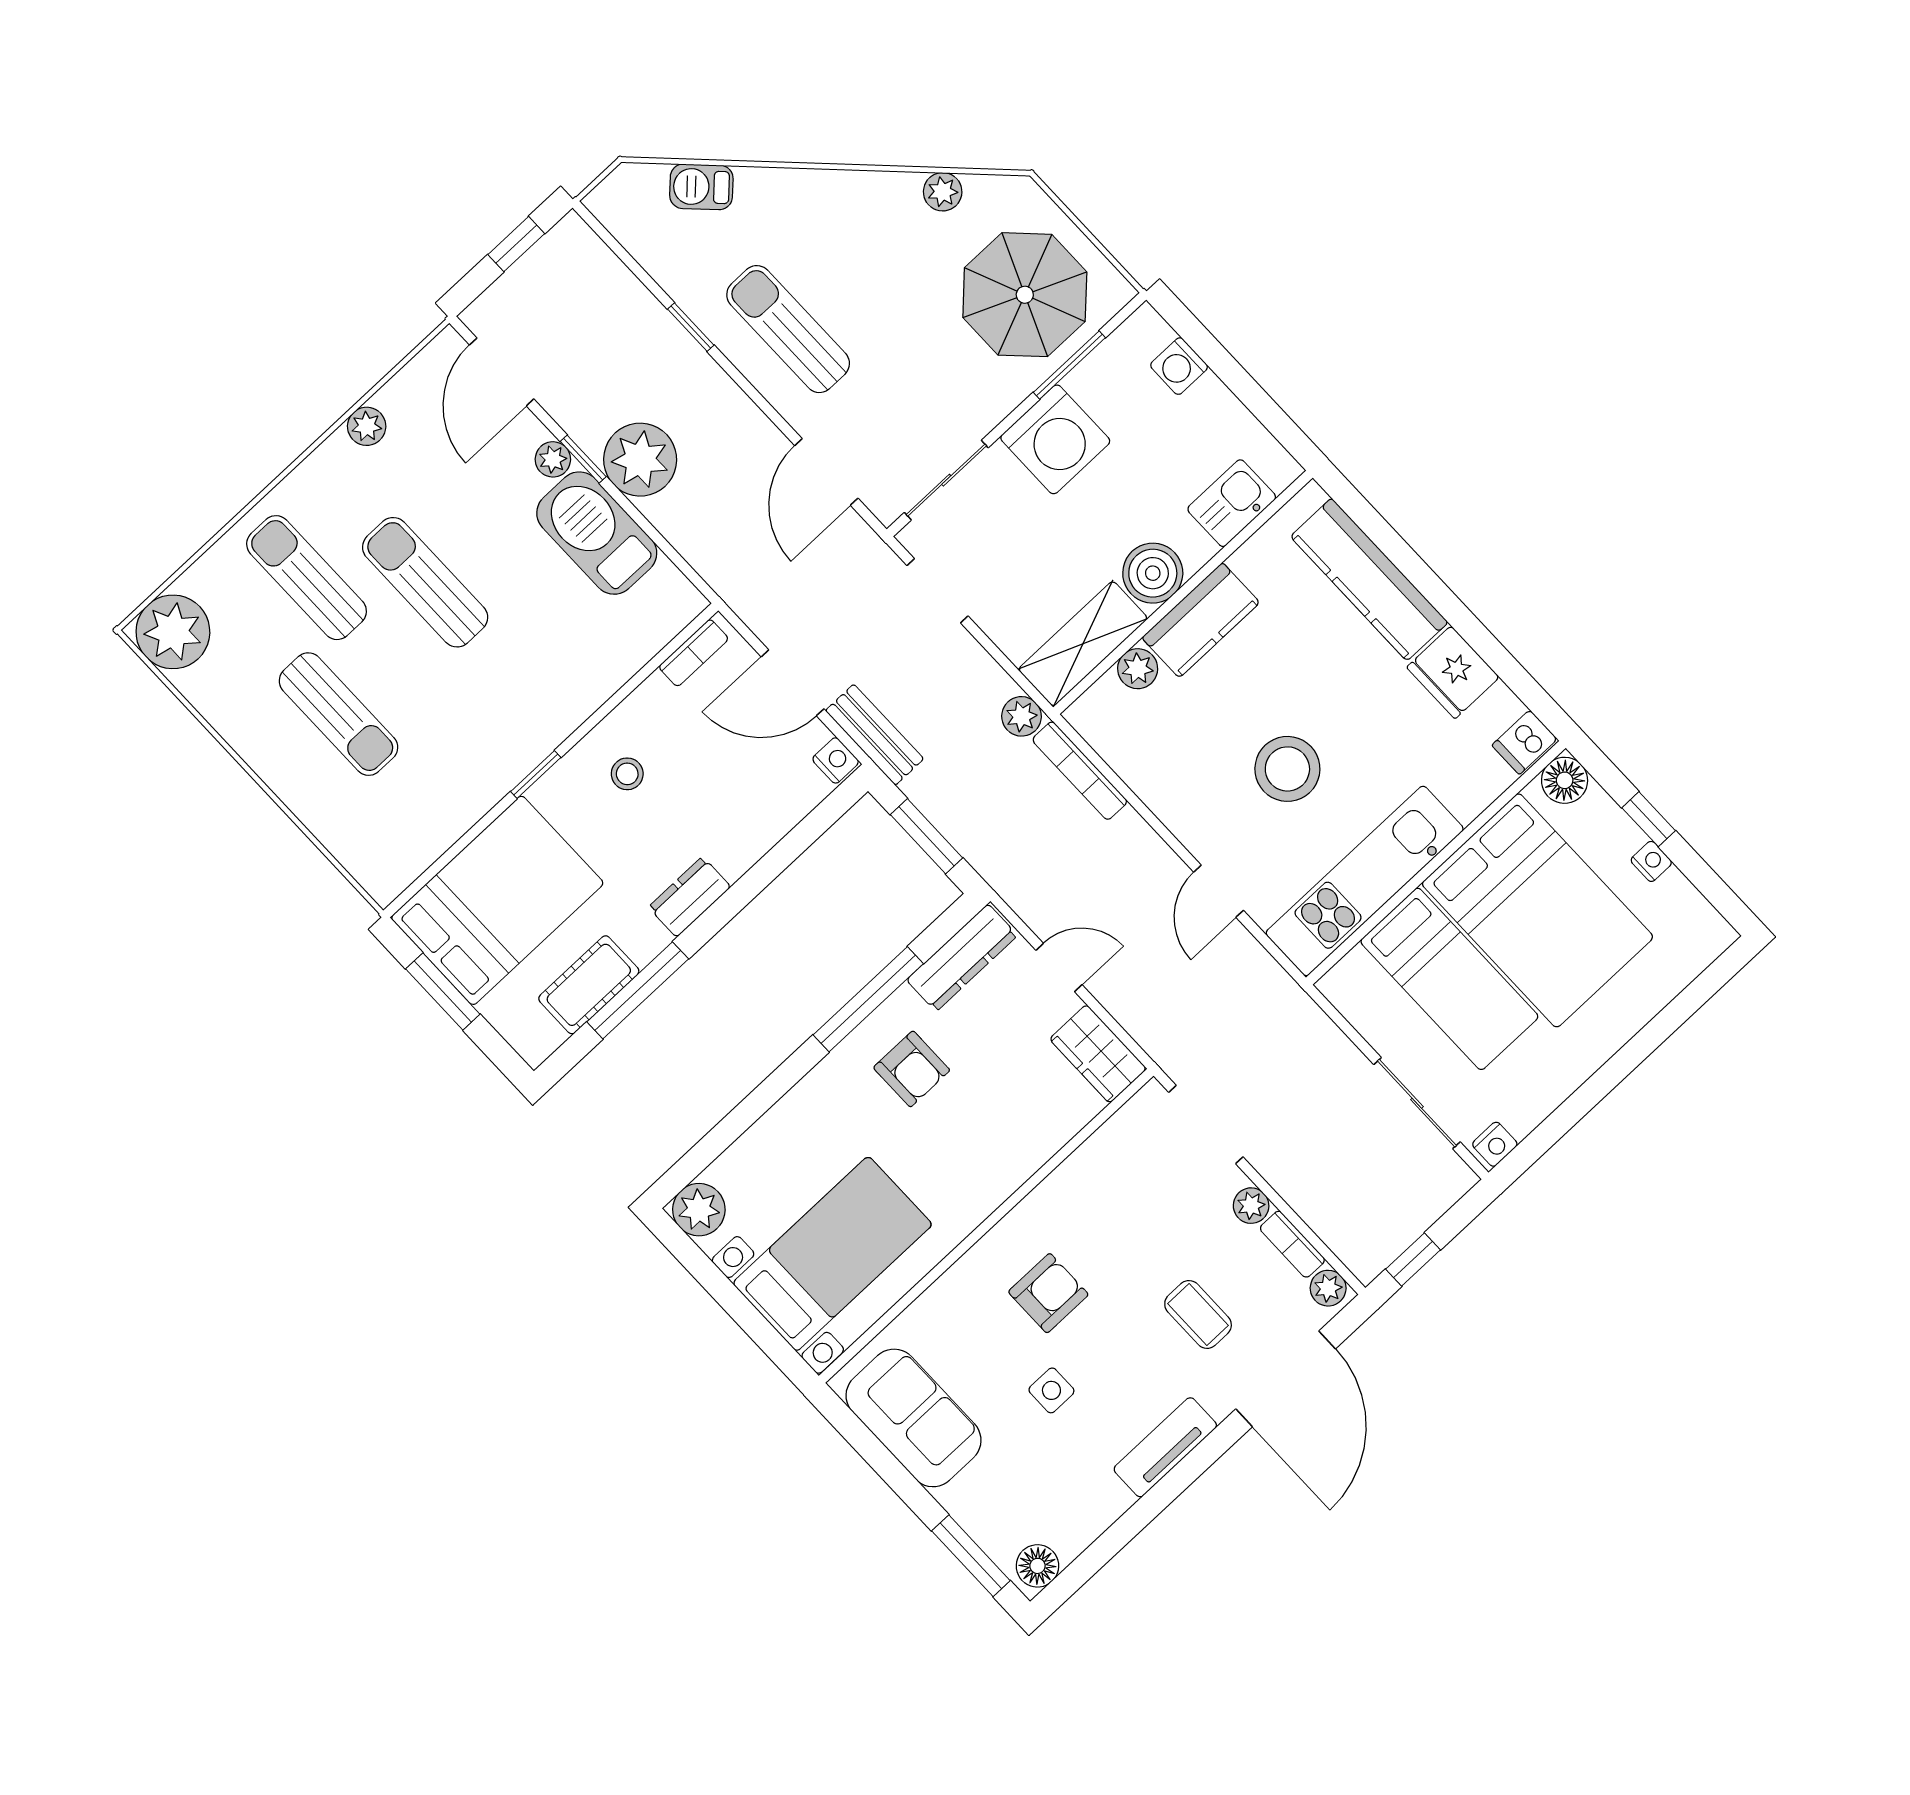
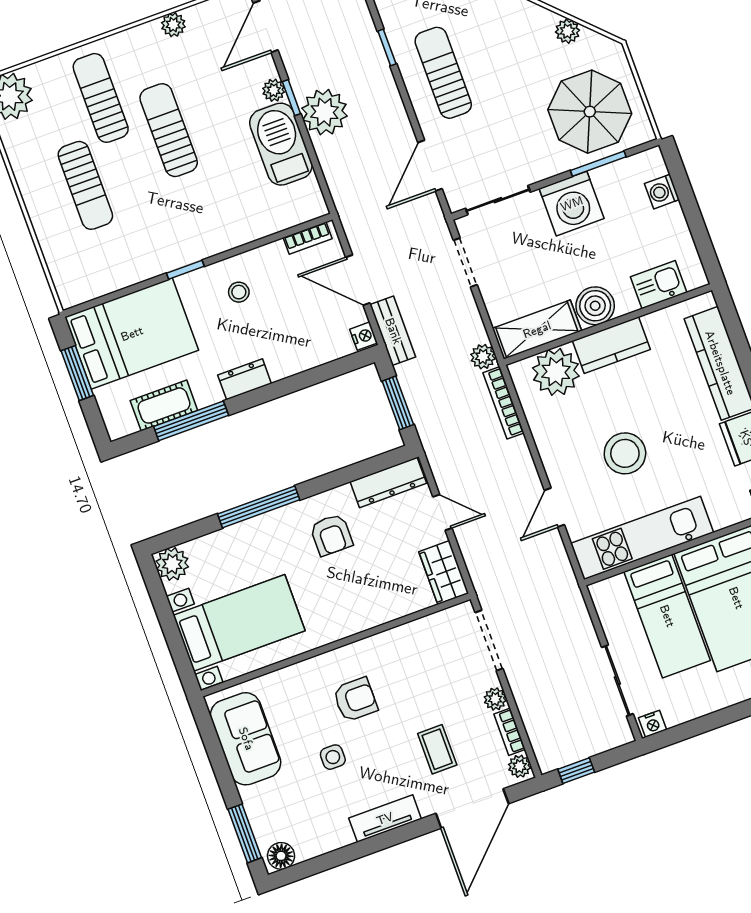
plant: (1138, 669) -> (556, 372), width x1.88, depth x1.88
window: (868, 999) -> (259, 507), moved

